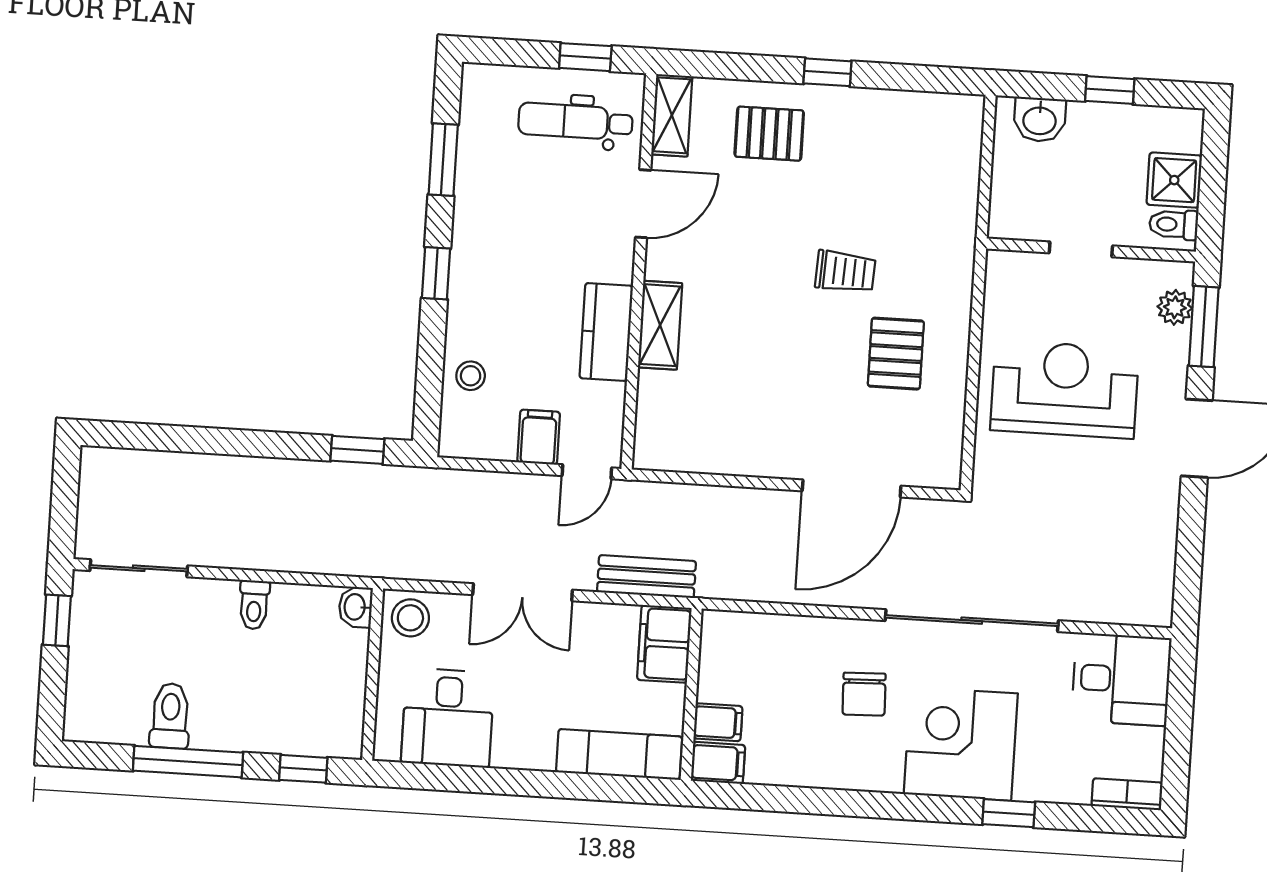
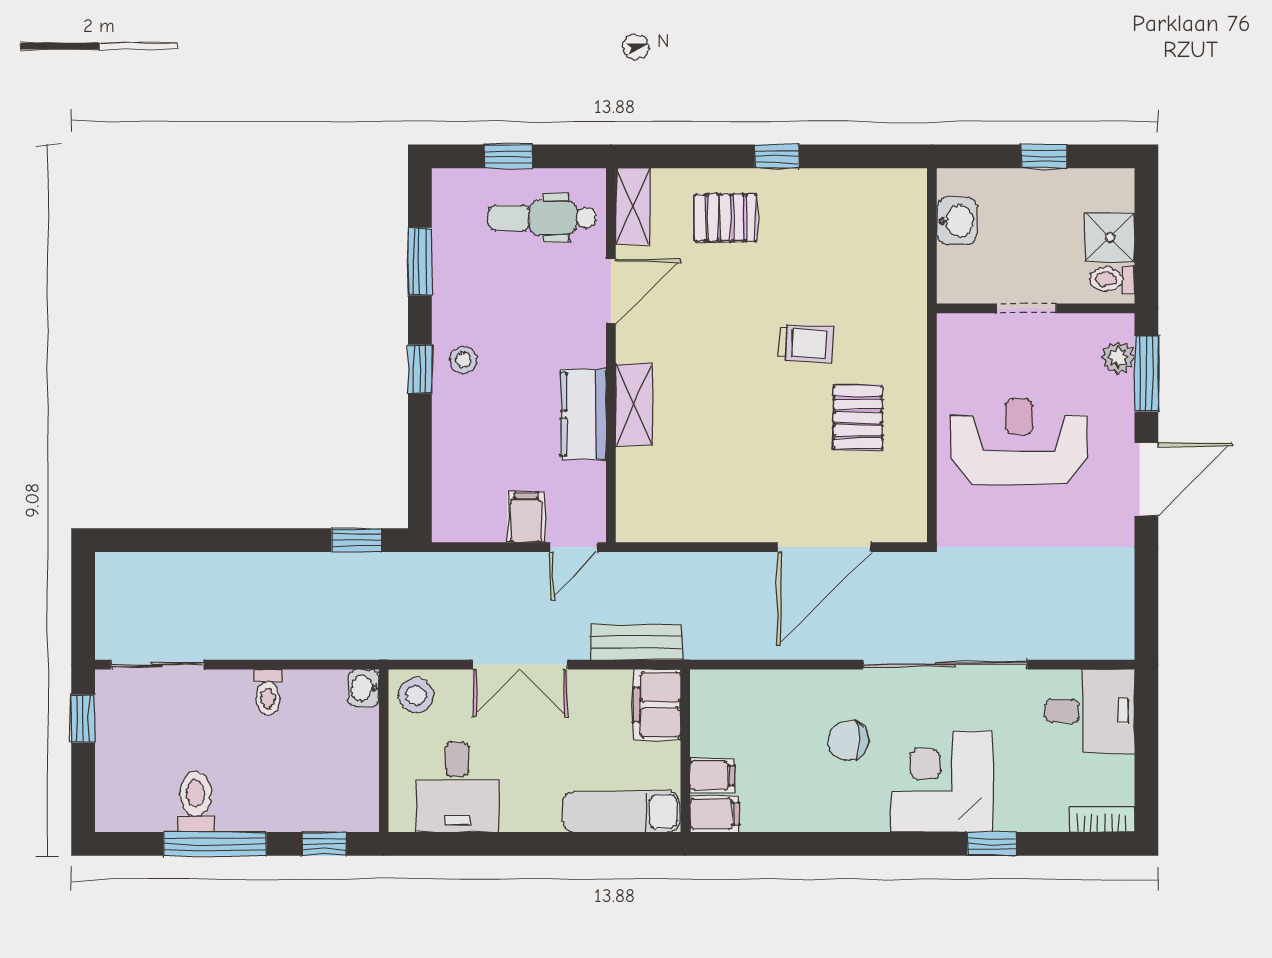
window: (585, 57) -> (508, 156), moved
washbasin: (1040, 120) -> (957, 221), moved, turned -90
stool: (471, 376) -> (464, 360), moved
chair: (864, 694) -> (848, 740), turned 92

